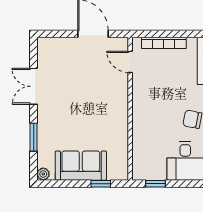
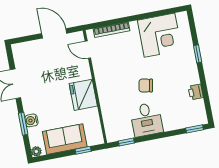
fridge: (114, 116) -> (83, 95), added
water cooler: (44, 135) -> (31, 120), added

